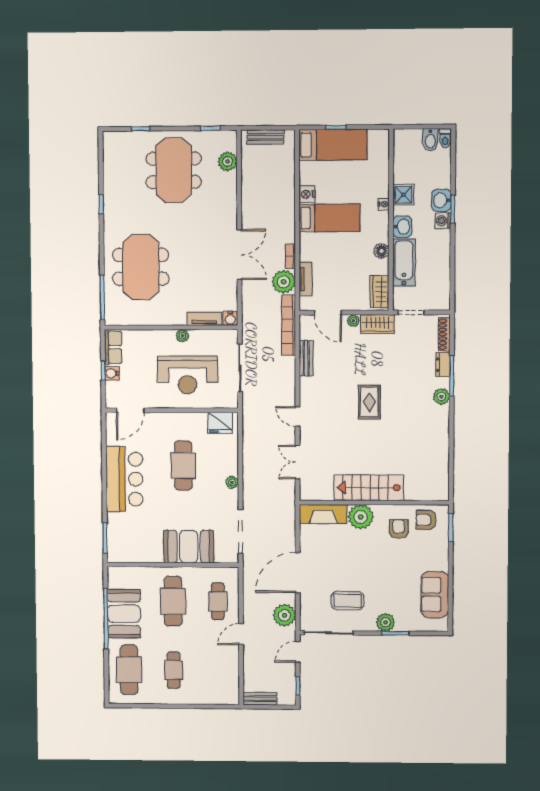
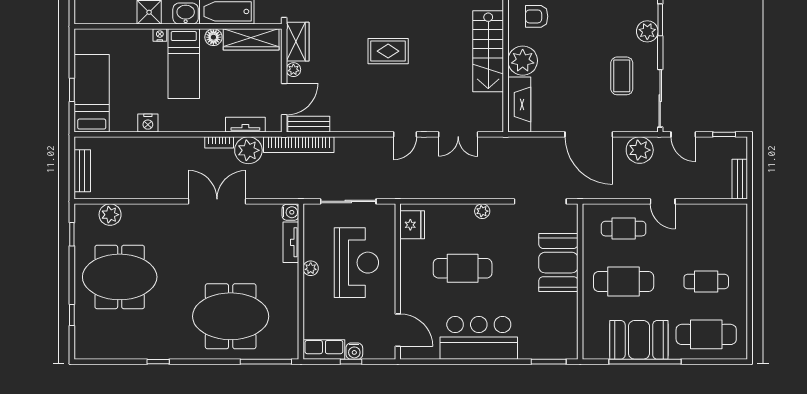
bed: (329, 218) -> (184, 64), moved, turned 180
wardrobe: (380, 292) -> (251, 39), width x1.50
bench: (306, 358) -> (309, 124), moved

